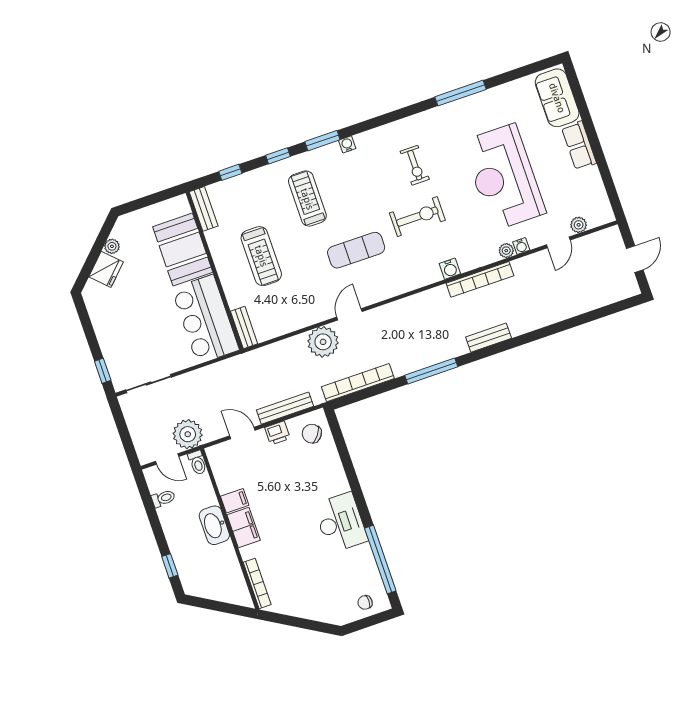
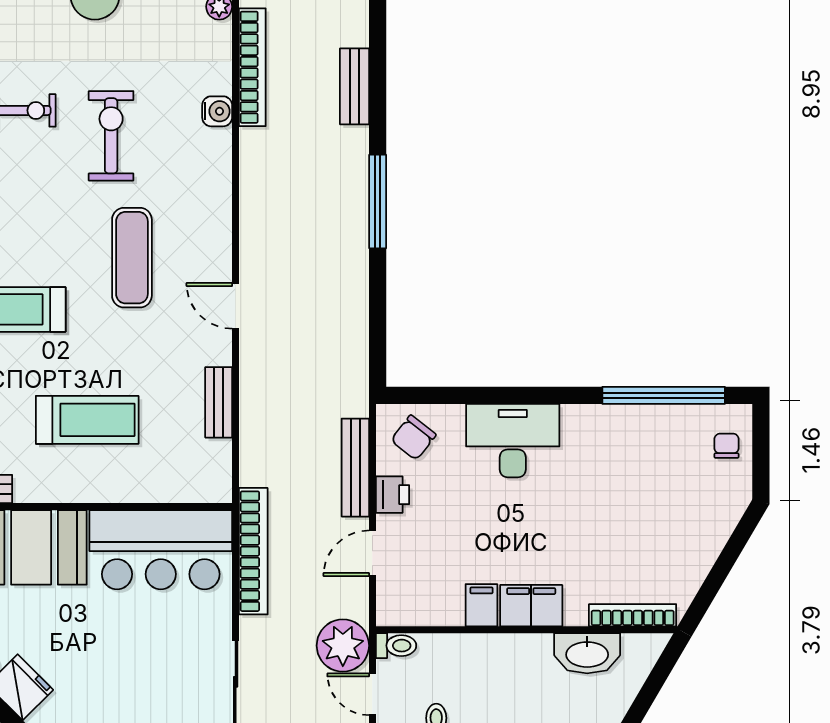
bench: (244, 328) -> (219, 402), moved, turned 90
plant: (323, 342) -> (266, 366), removed
bookcase: (358, 383) -> (253, 551), moved, turned 180
door: (167, 459) -> (372, 694), swing flipped
desk: (341, 523) -> (513, 441), moved
washbasin: (214, 525) -> (587, 653), moved
chair: (365, 602) -> (727, 446), turned 180

